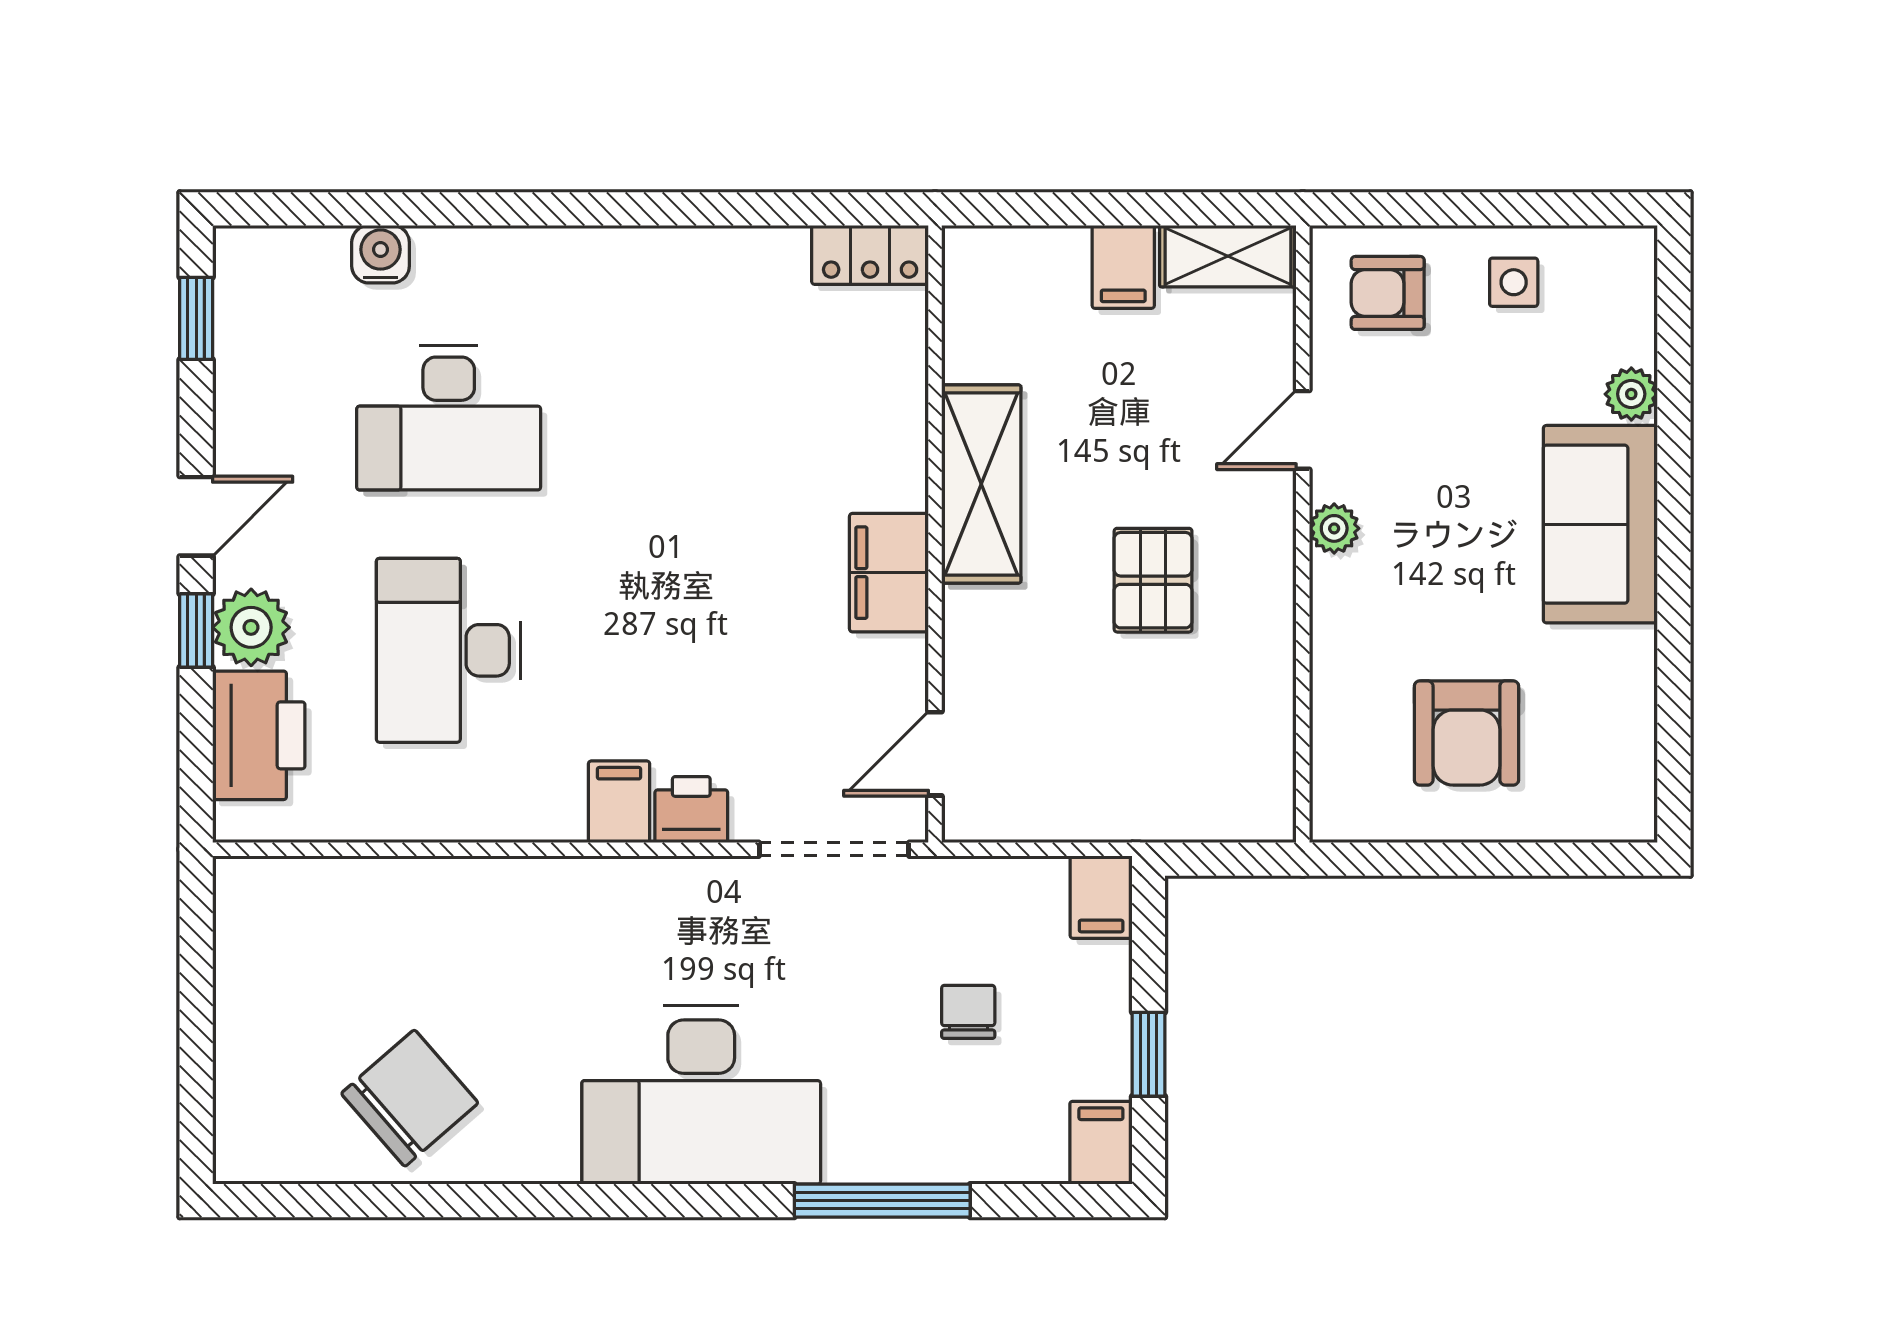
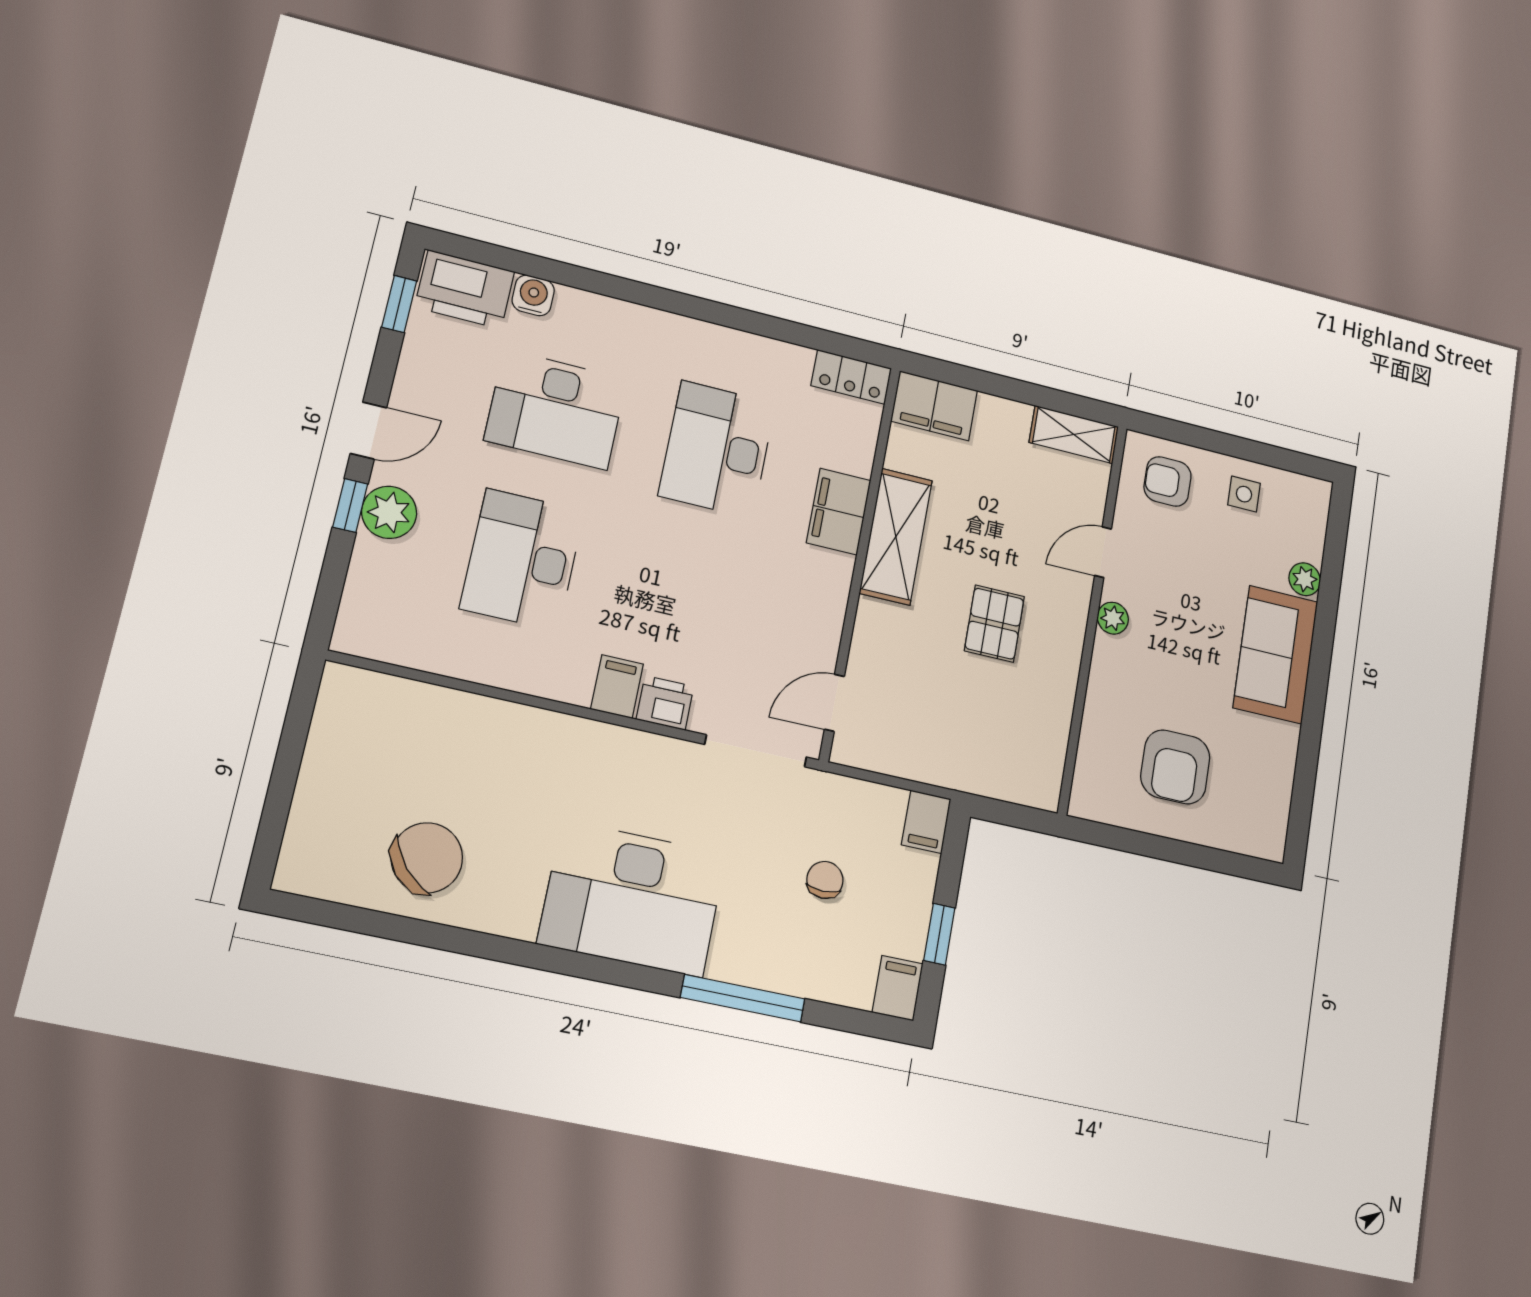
filing cabinet: (1123, 267) -> (934, 406), moved, width x2.00
desk: (692, 418) -> (717, 449), added
filing cabinet: (889, 573) -> (839, 512), moved
printer: (259, 735) -> (465, 289), moved, turned 90

